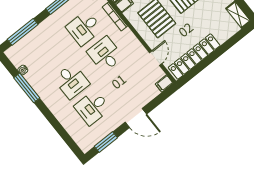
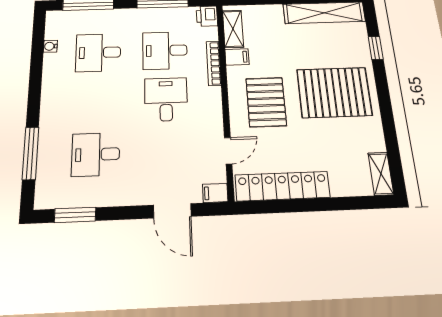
desk: (71, 81) -> (98, 53), moved, turned 90
window: (27, 88) -> (30, 153), moved
door: (136, 118) -> (172, 211), moved

